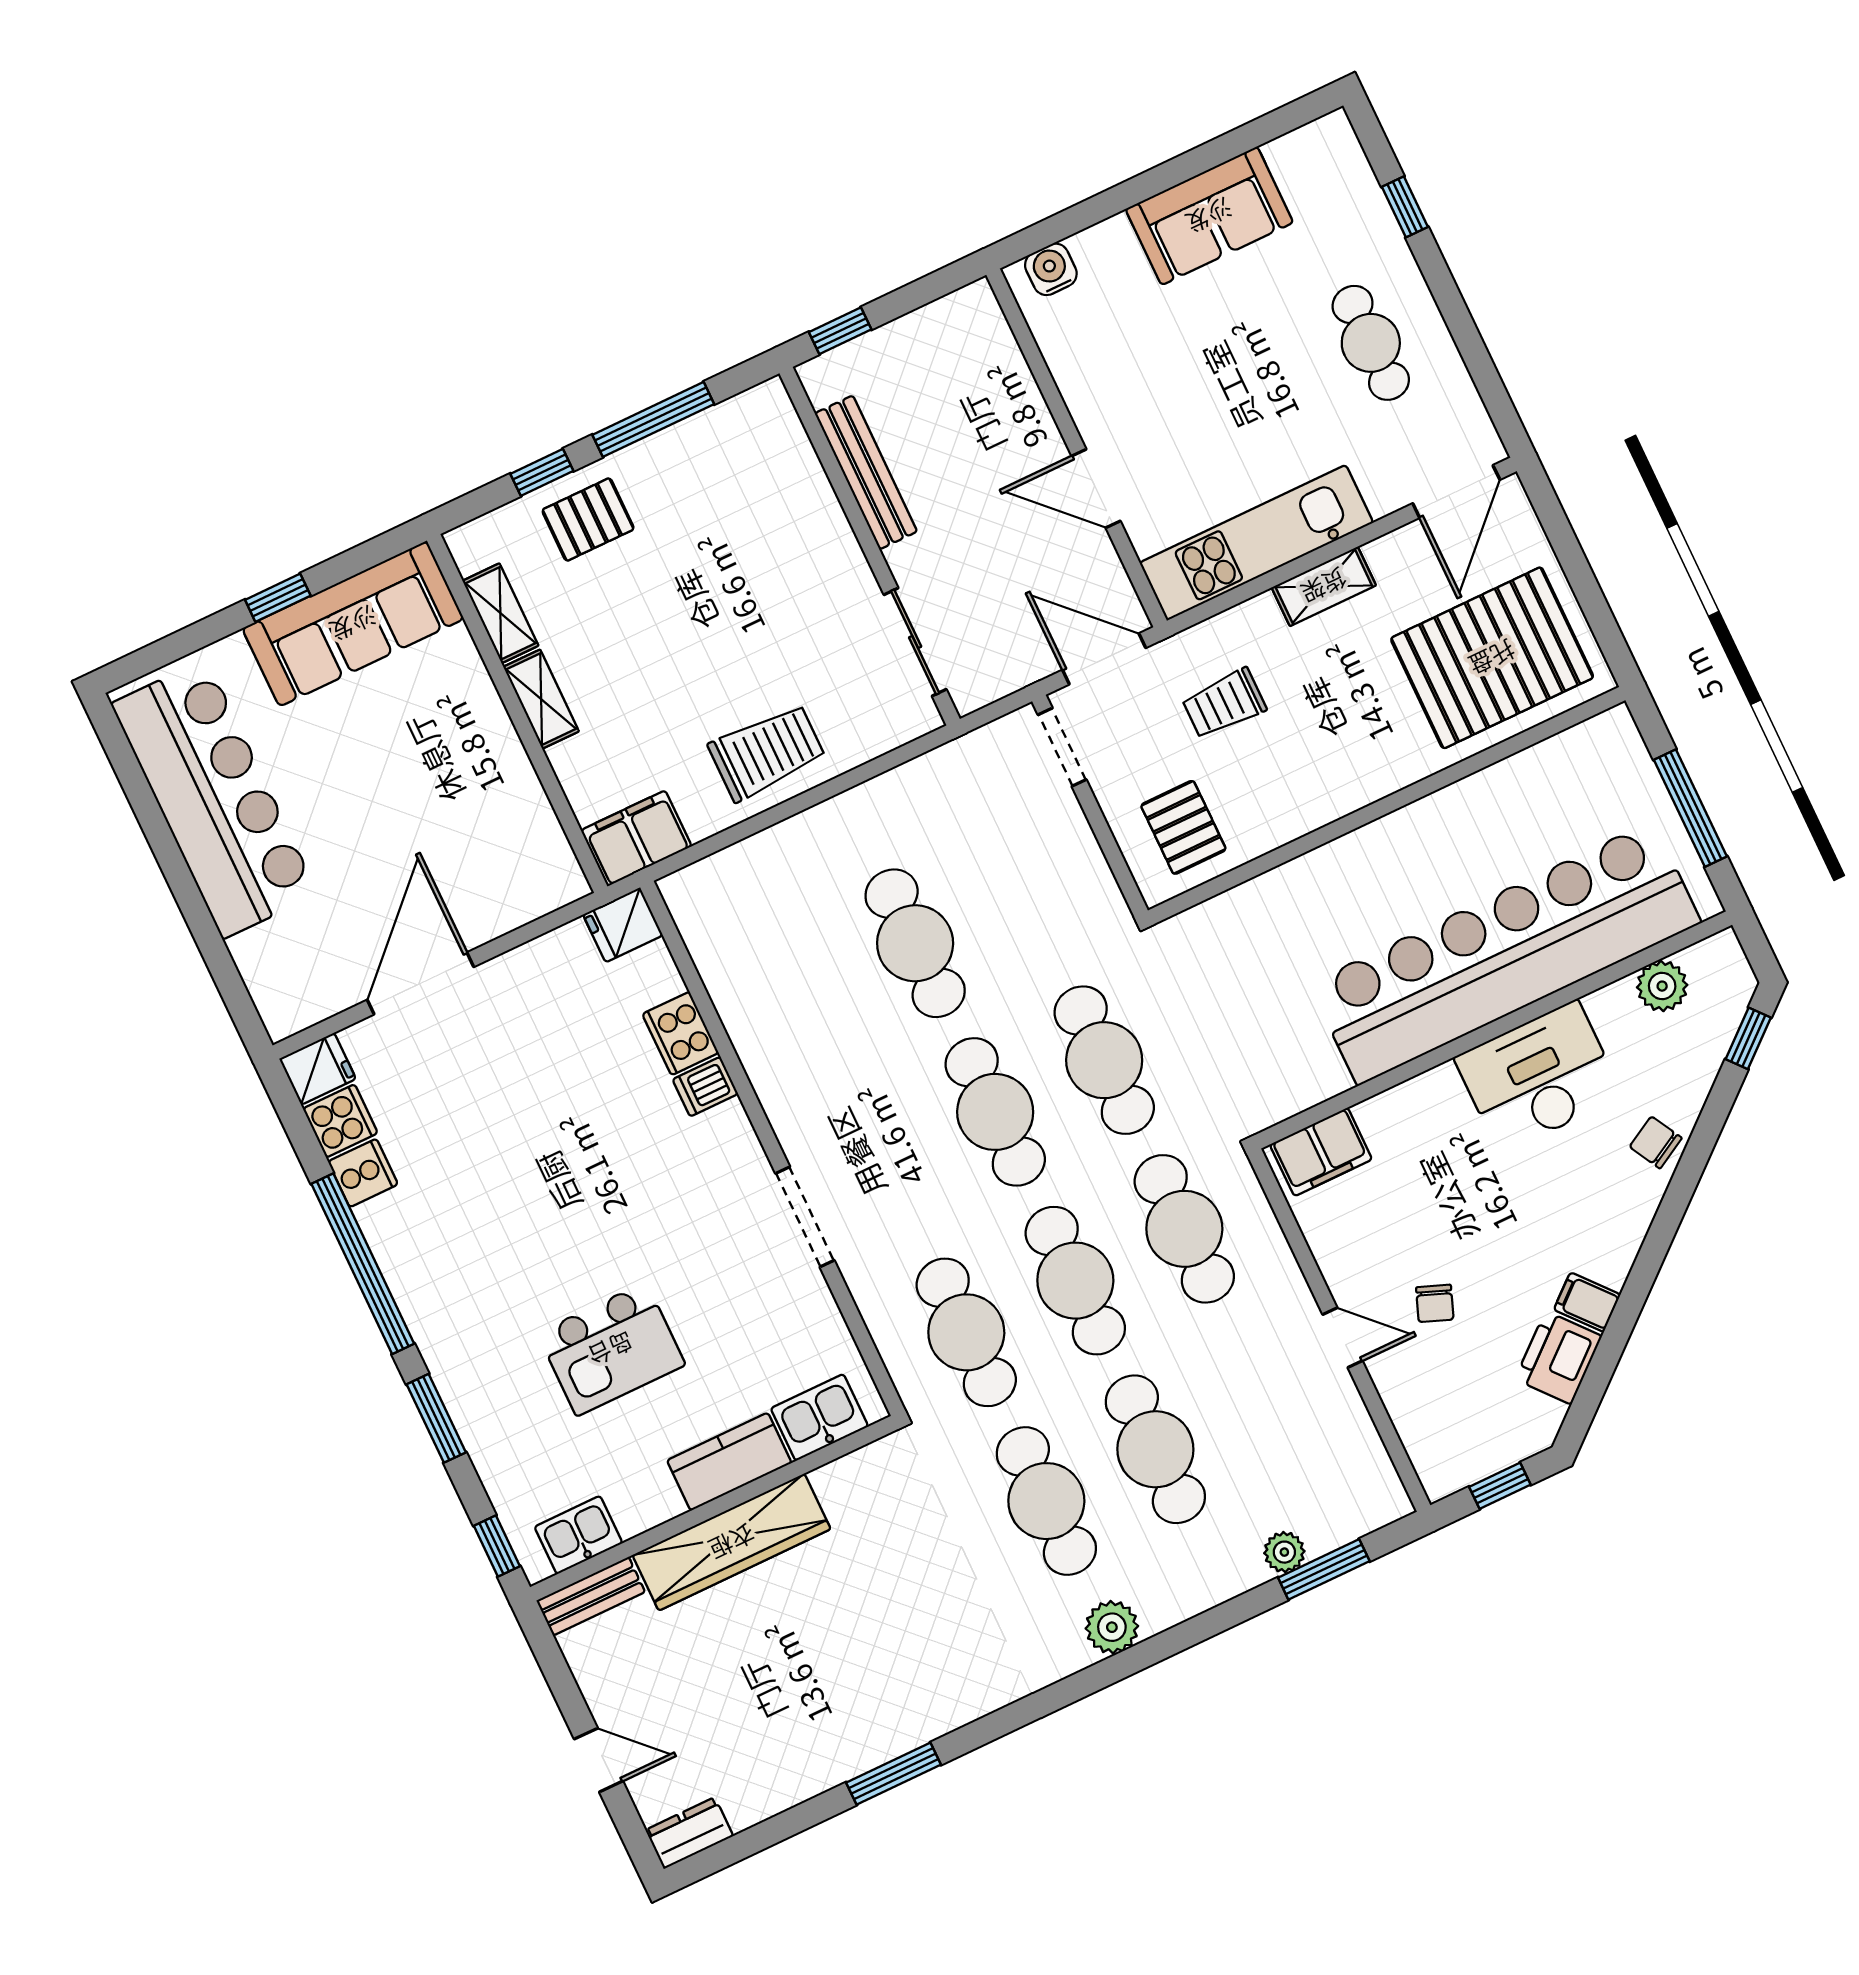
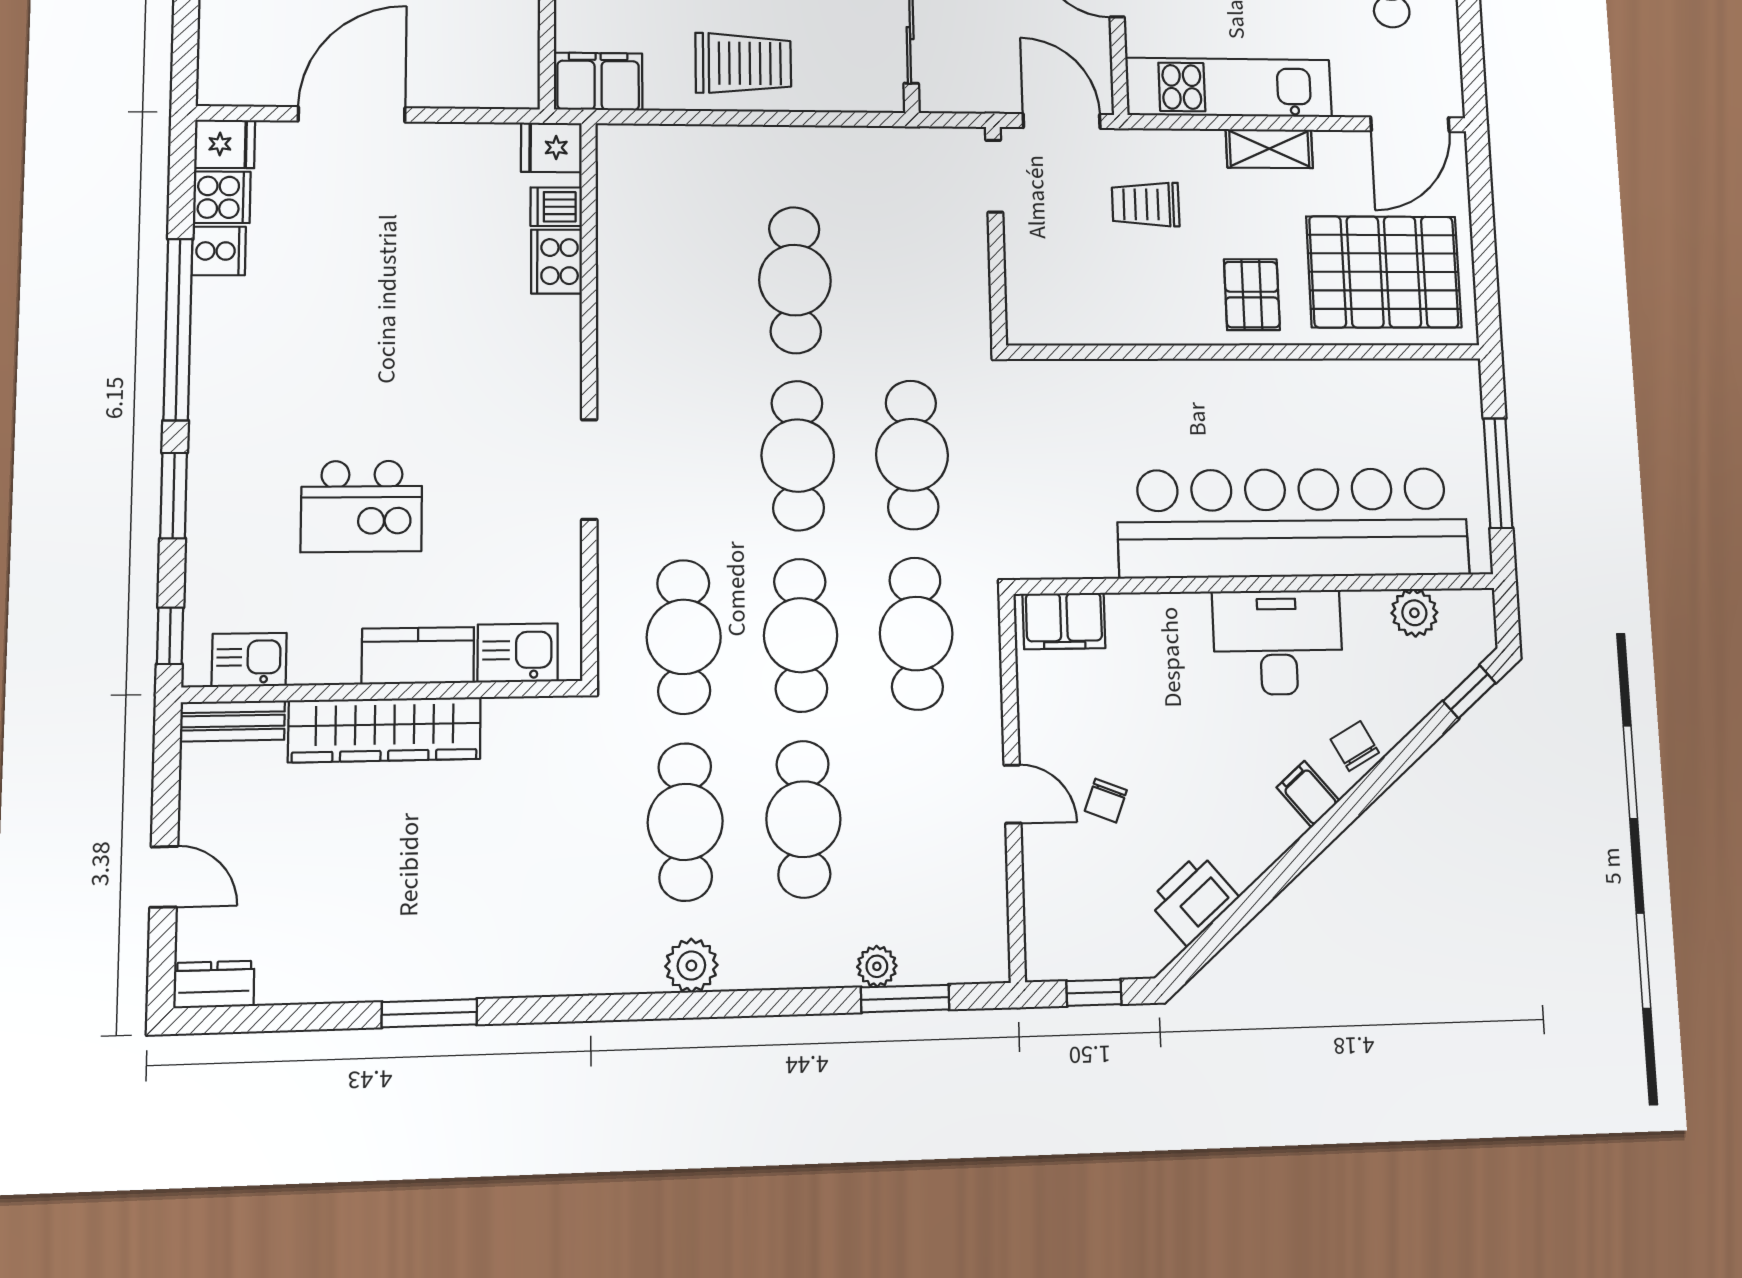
pallet: (1183, 827) -> (1252, 295), moved
dishwasher: (705, 1087) -> (556, 207), moved
filing cabinet: (1587, 1302) -> (1308, 794), moved

